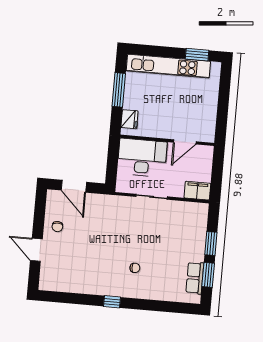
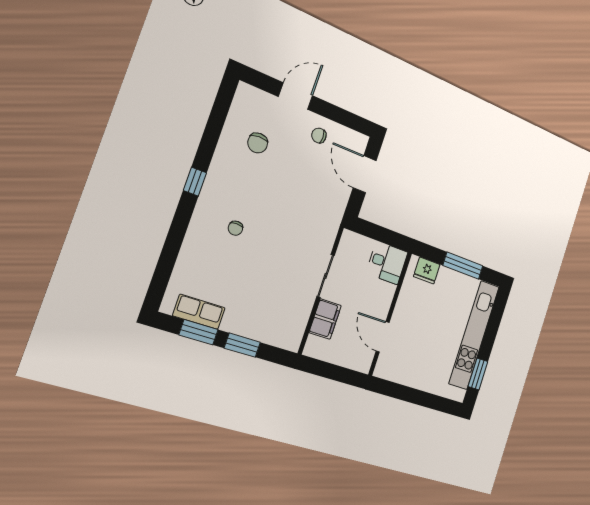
desk: (142, 158) -> (387, 263), width x0.53, depth x0.77
door: (74, 186) -> (365, 174), hinge flipped
filing cabinet: (197, 191) -> (325, 319), moved
chair: (75, 267) -> (258, 143), added

